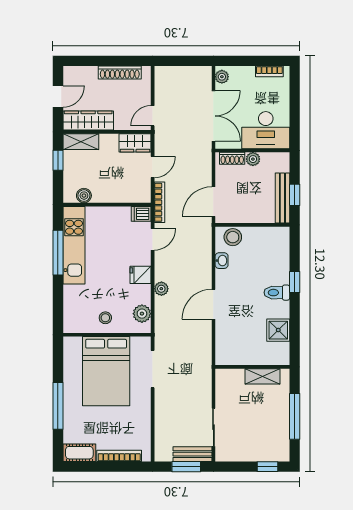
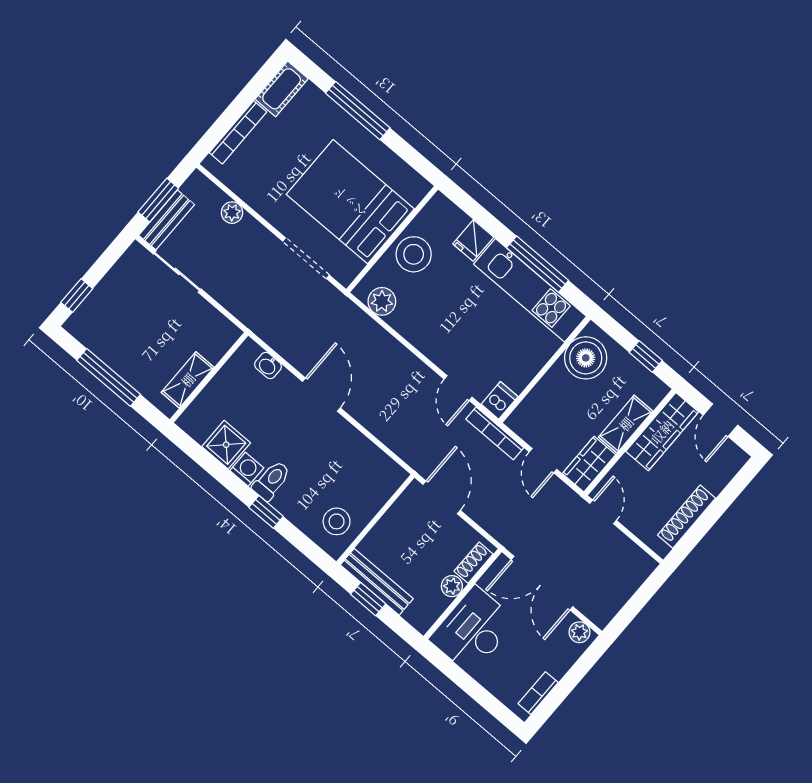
shelving: (81, 142) -> (626, 424), moved
boiler: (84, 196) -> (586, 358), width x1.86, depth x1.86
stool: (233, 237) -> (337, 521), moved
washbasin: (222, 261) -> (268, 365), moved
fridge: (141, 275) -> (473, 240), moved, turned 180
plant: (161, 289) -> (232, 213), moved
washing machine: (282, 310) -> (247, 469), added
stool: (105, 318) -> (414, 254), width x1.89, depth x1.89

